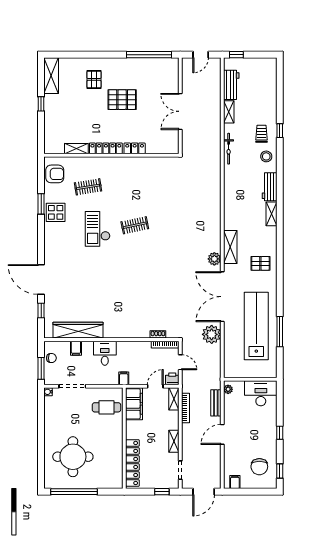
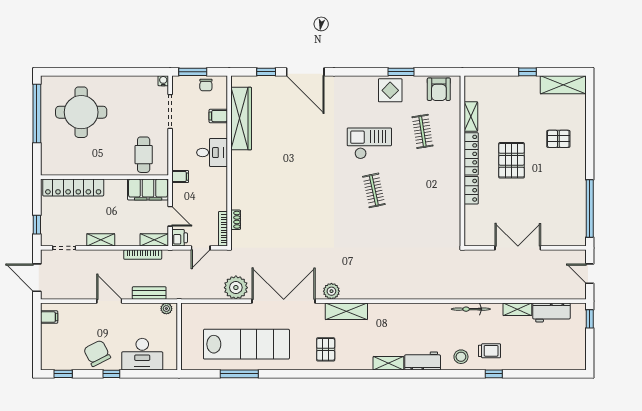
pallet: (122, 100) -> (512, 160), moved
door: (41, 280) -> (305, 72), swing flipped
desk: (261, 393) -> (142, 354), moved, turned 90
chair: (259, 467) -> (97, 353), moved, turned 63

